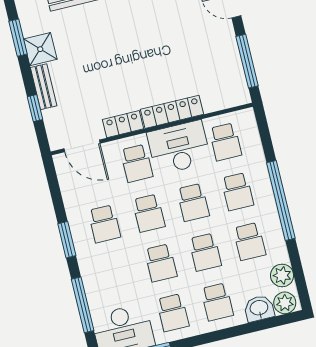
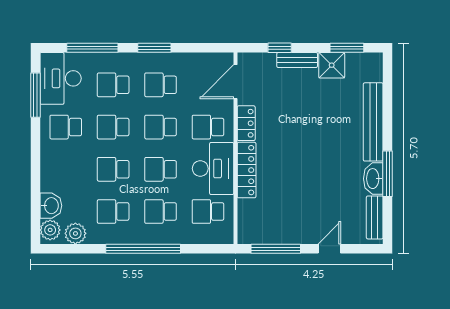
school desk: (217, 302) -> (113, 85), moved

